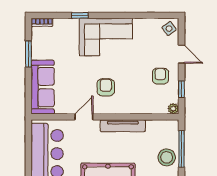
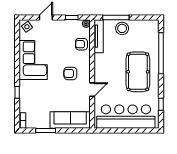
corner sofa: (106, 37) -> (33, 60), moved
armchair: (160, 76) -> (81, 44), moved
door: (84, 117) -> (92, 90), swing flipped
tv unit: (123, 126) -> (99, 36), moved

